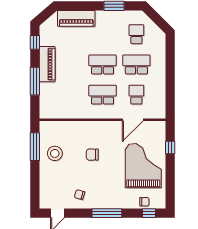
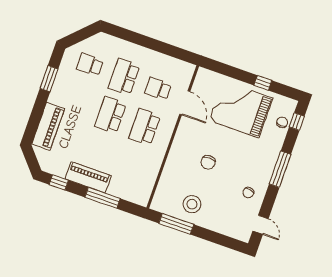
window: (170, 148) -> (263, 83), moved

